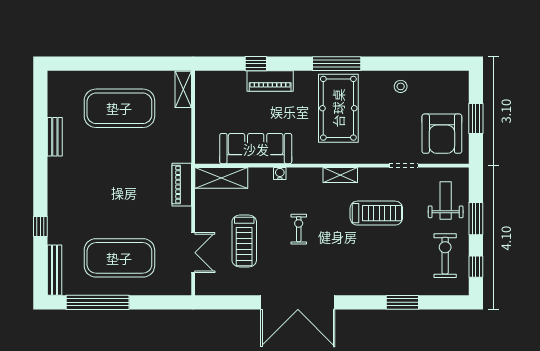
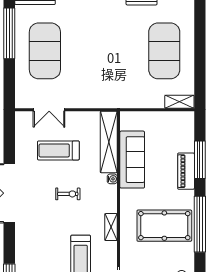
window: (256, 64) -> (200, 160), width x2.17
window: (337, 64) -> (200, 224), width x1.46
shelving: (221, 178) -> (109, 142), width x1.47
piano: (182, 185) -> (103, 101), removed

